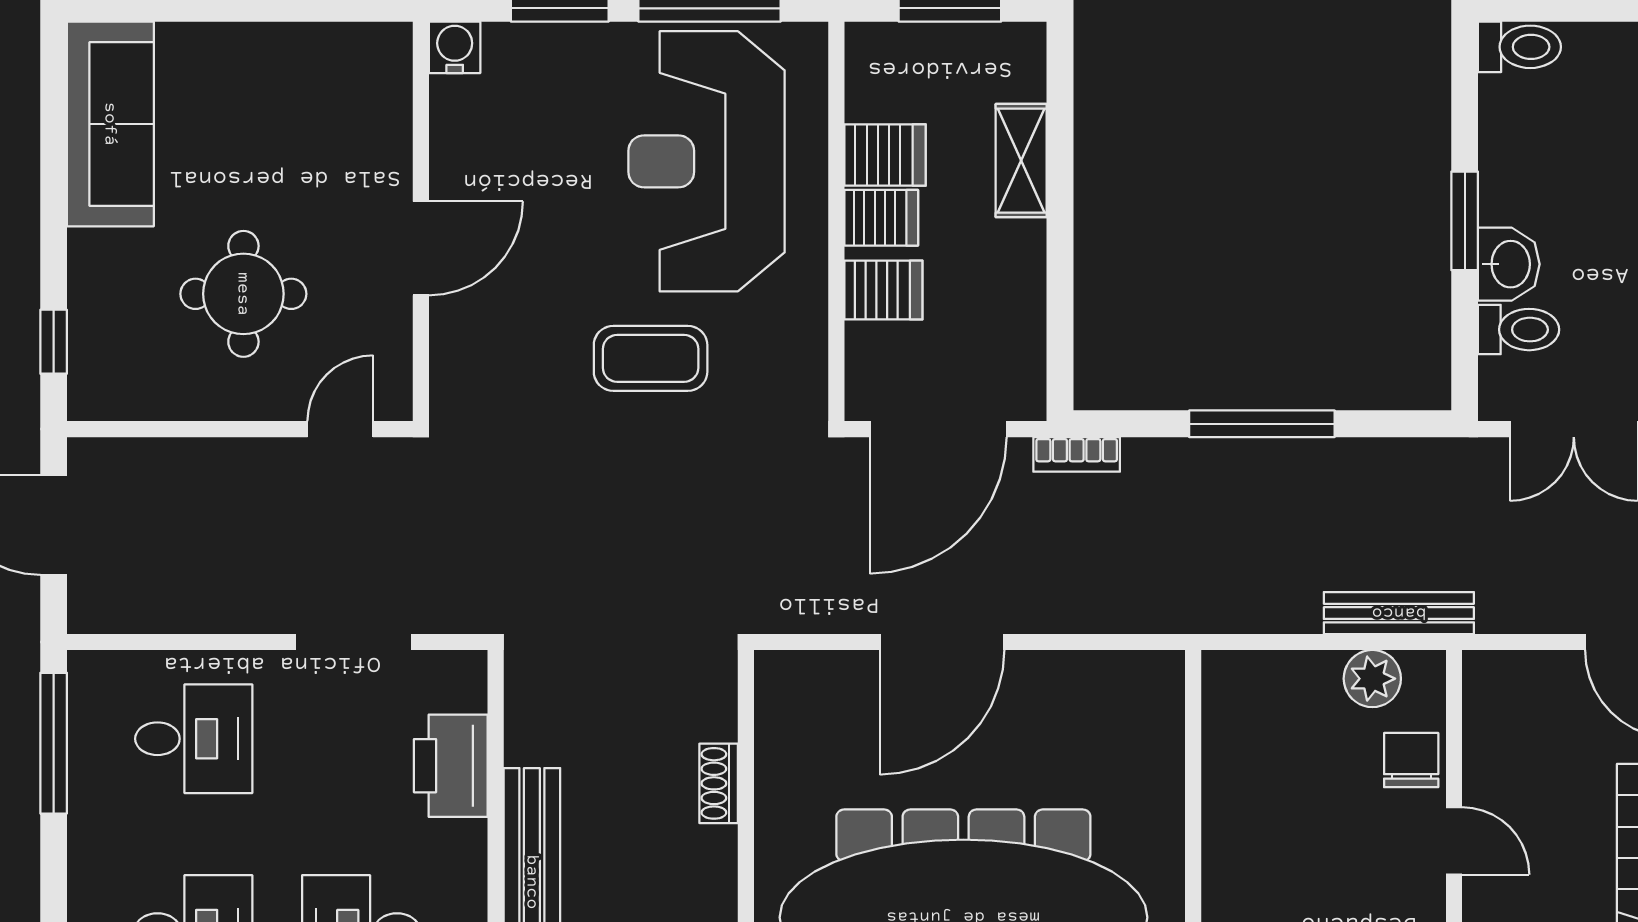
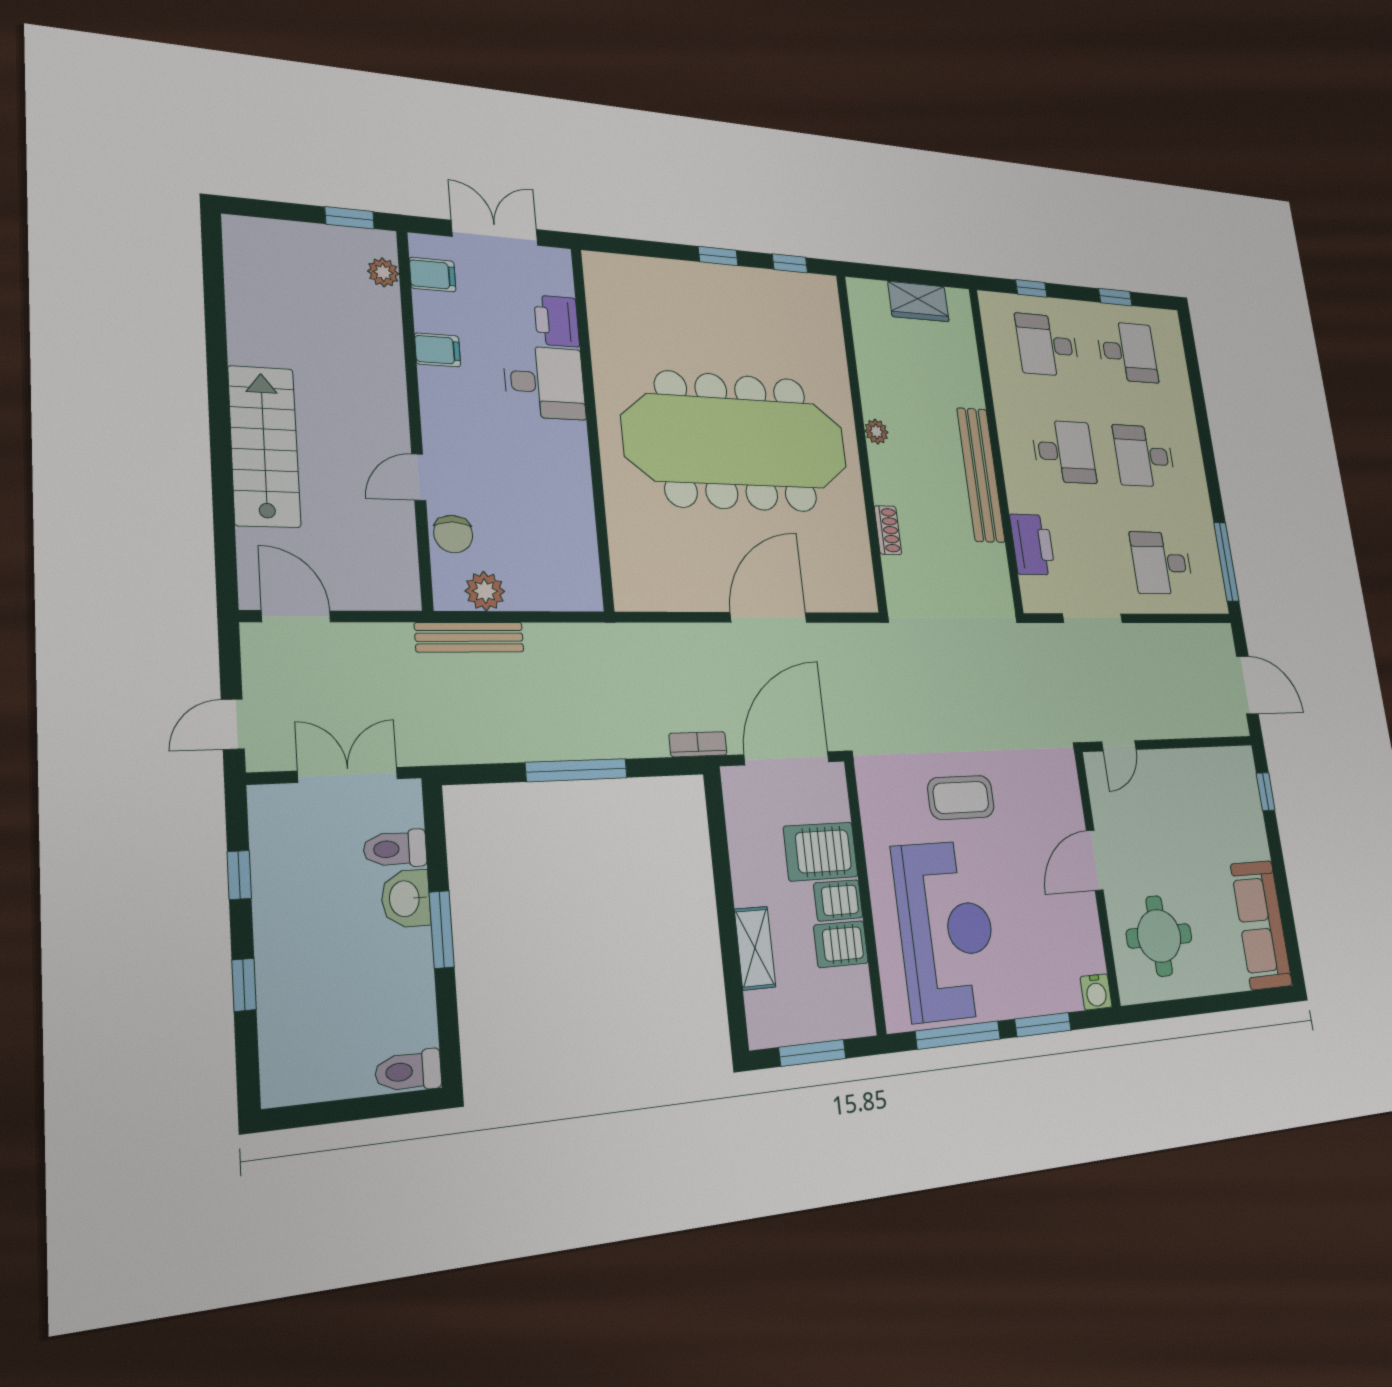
server rack: (883, 290) -> (821, 852), width x1.36, depth x1.44
round table: (243, 294) -> (1159, 936), moved
door: (1454, 841) -> (419, 477), hinge flipped

